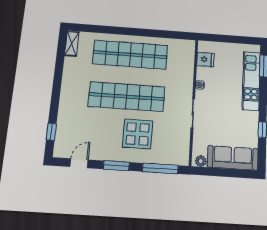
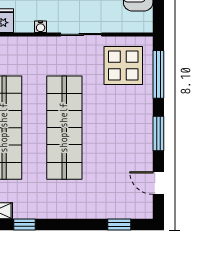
window: (60, 64) -> (24, 224), added
display table: (138, 134) -> (123, 65), moved
plant: (201, 161) -> (145, 20), removed

